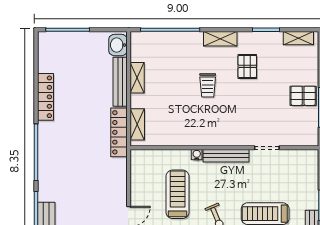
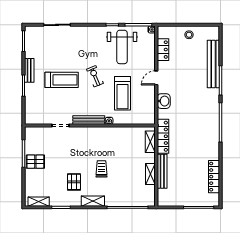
washbasin: (118, 45) -> (164, 101), moved
locker: (45, 97) -> (214, 177), moved

